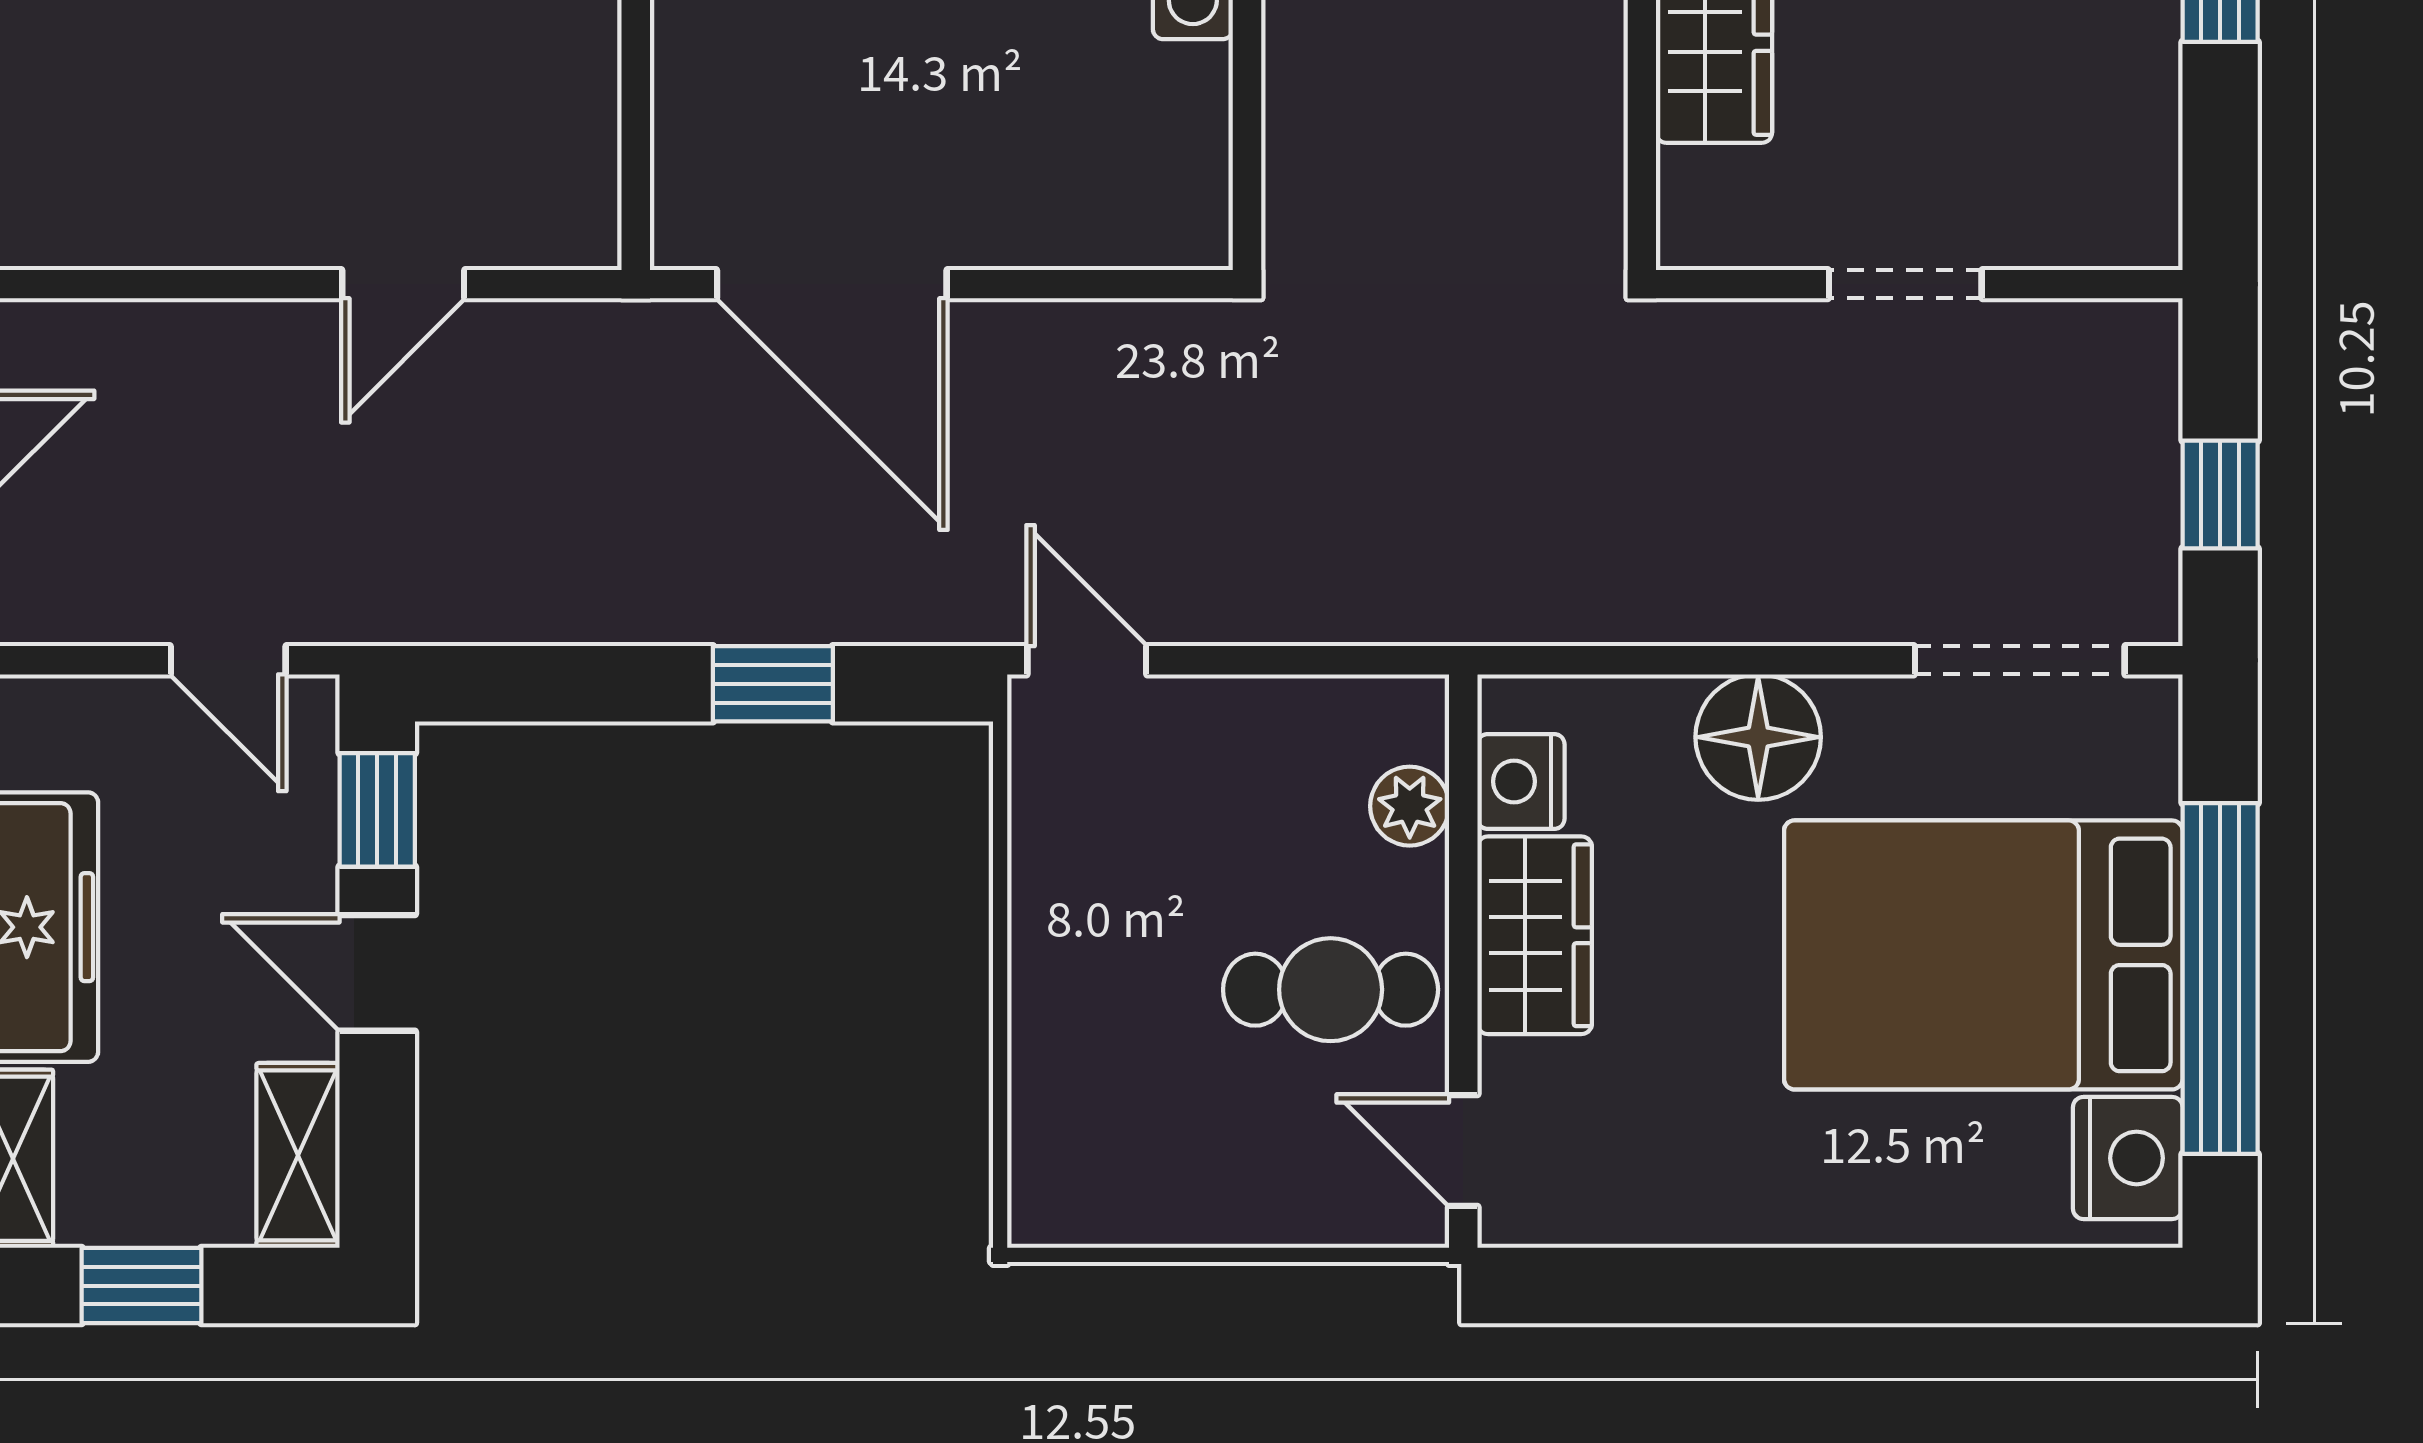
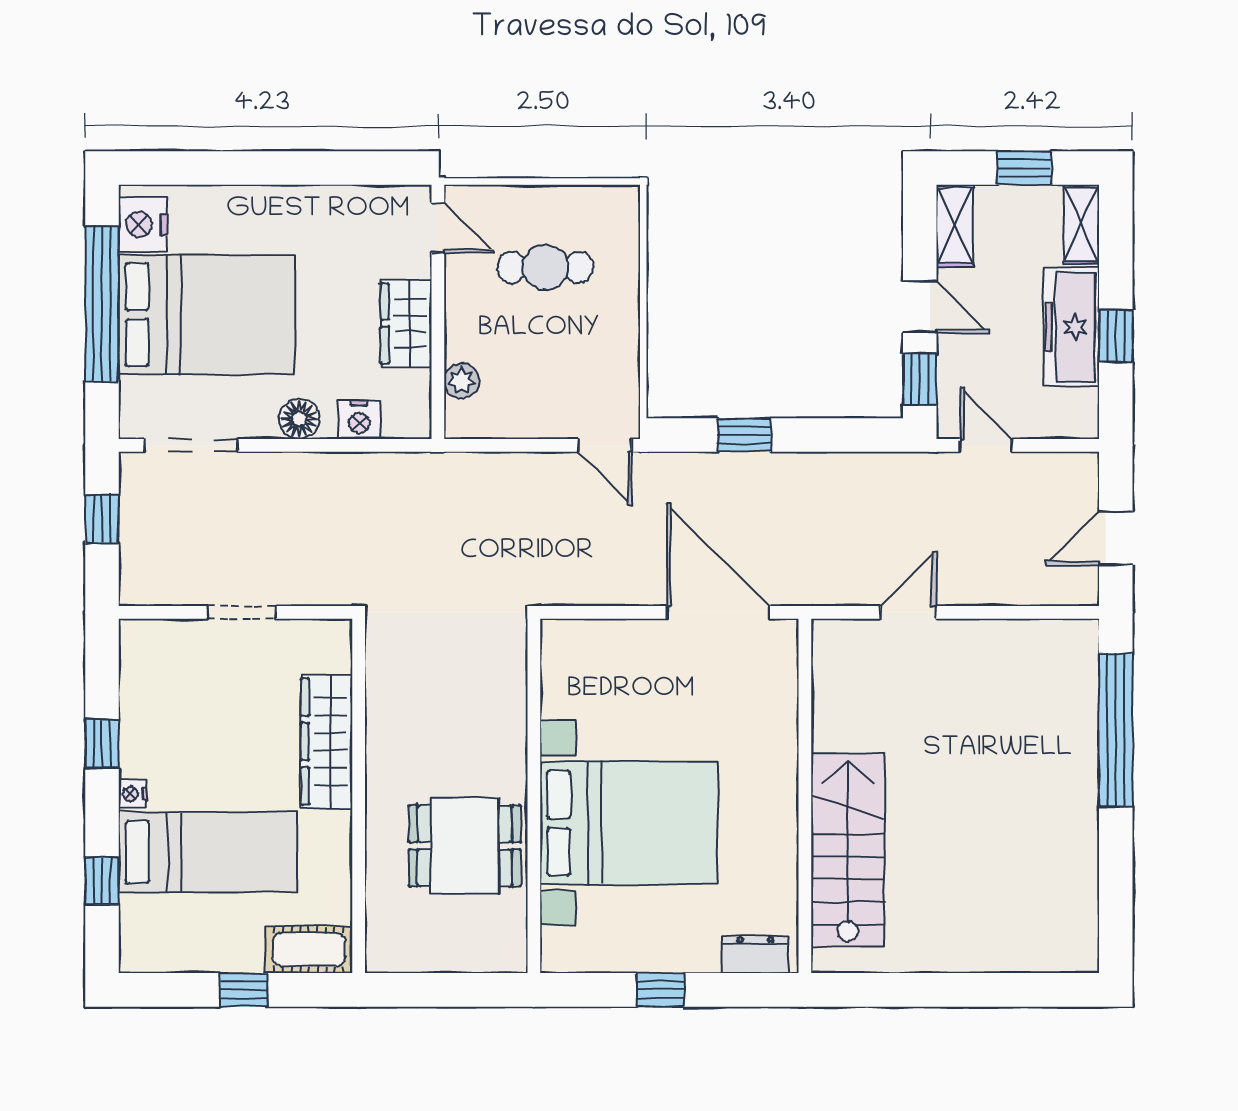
floor lamp: (1758, 737) -> (299, 419), width x0.73, depth x0.73
nightstand: (1521, 781) -> (359, 420), moved, turned 90
cafe table: (1331, 990) -> (545, 267), moved

